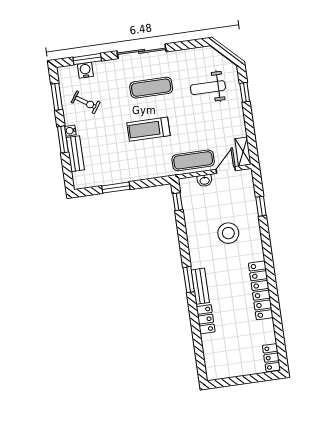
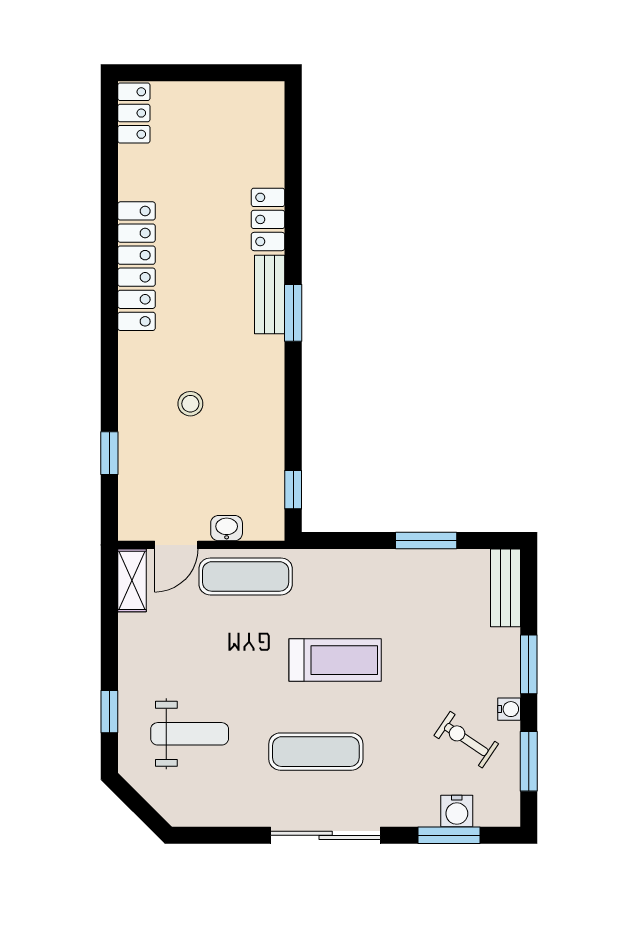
water cooler: (70, 131) -> (509, 709), moved
bench: (75, 154) -> (505, 588), moved
stool: (228, 233) -> (190, 404), width x0.53, depth x0.53

